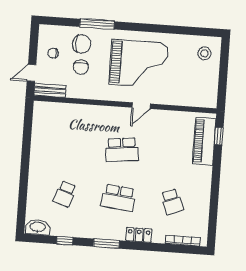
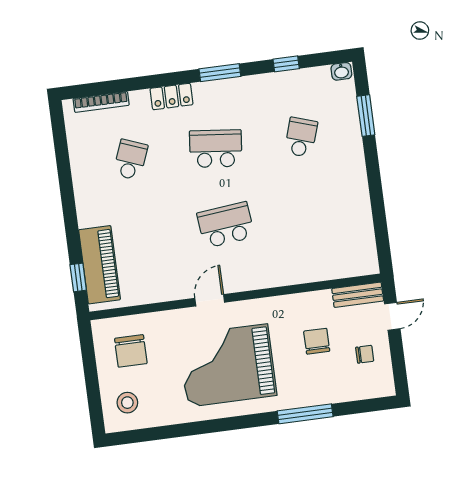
chair: (82, 44) -> (131, 351), moved, turned -90
window: (22, 199) -> (366, 116), added
school desk: (172, 202) -> (130, 160), turned 42
washbasin: (38, 227) -> (341, 71), width x0.52, depth x0.69

